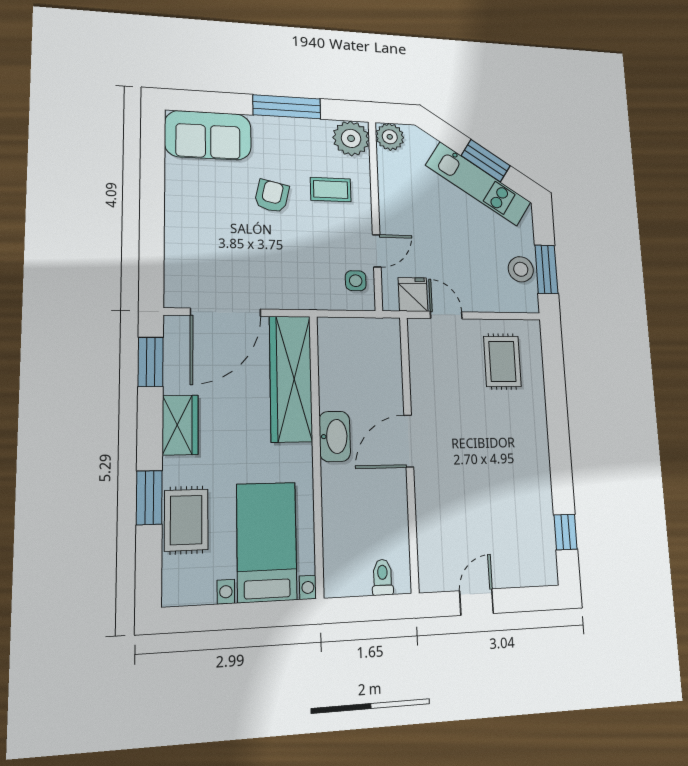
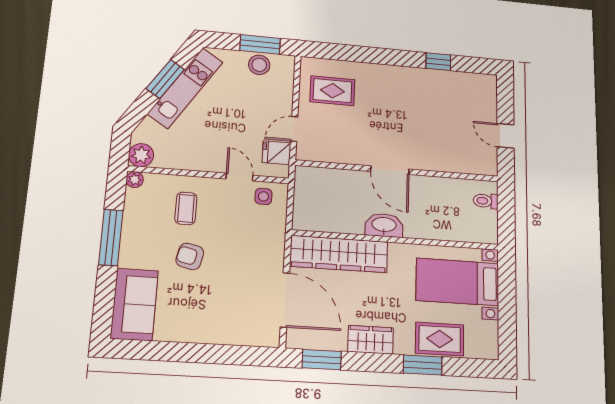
plant: (351, 138) -> (135, 180), width x0.53, depth x0.53
window: (566, 532) -> (438, 62), moved

